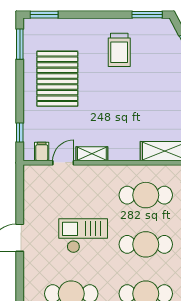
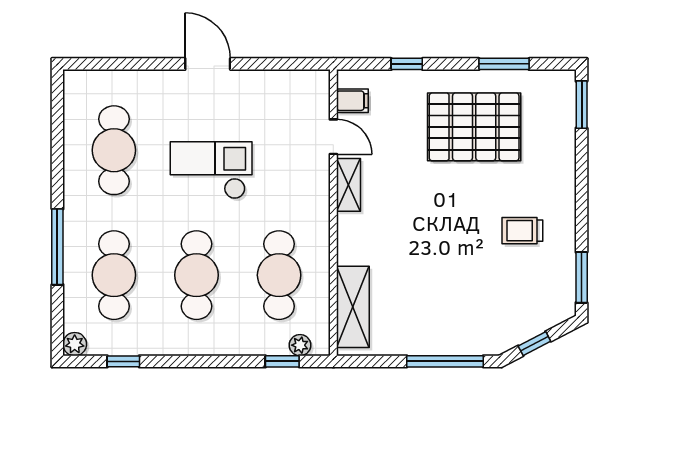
window: (20, 44) -> (504, 64), moved
trolley: (119, 50) -> (522, 231), width x0.73, depth x0.72
window: (20, 132) -> (407, 64), moved
checkout: (83, 236) -> (211, 170), turned -90

